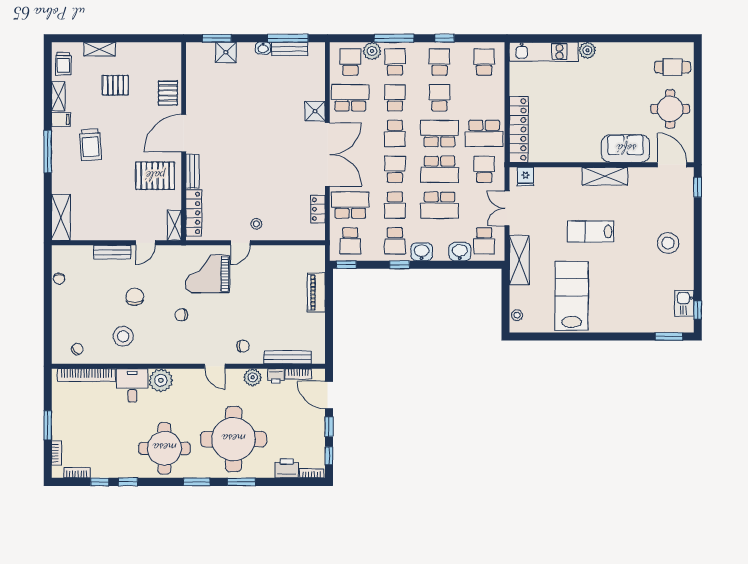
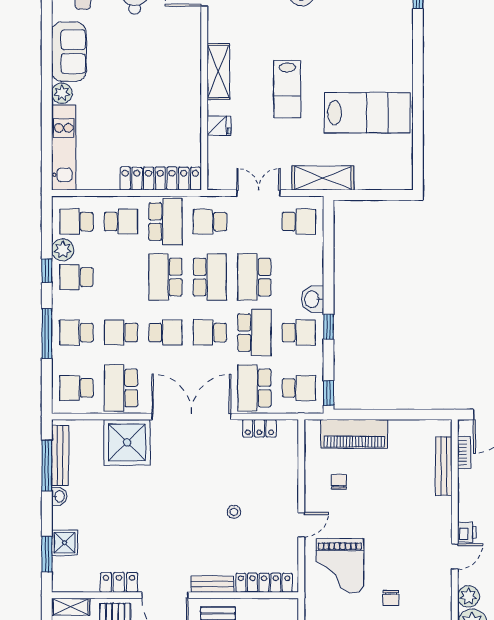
bench: (290, 49) -> (60, 456), width x1.36
plant: (372, 51) -> (63, 250), moved
locker: (194, 96) -> (119, 582), added
school desk: (440, 98) -> (121, 222), moved, turned 180
shower: (315, 111) -> (127, 442), width x1.86, depth x1.86
sofa: (626, 149) -> (69, 52), moved, turned 180
fridge: (525, 177) -> (219, 126), moved
school desk: (395, 205) -> (254, 333), width x1.85
school desk: (440, 205) -> (254, 277), turned 180
double door: (507, 208) -> (258, 193), swing flipped
stool: (256, 224) -> (234, 512), moved
shelving: (174, 225) -> (71, 607), moved
door: (240, 243) -> (301, 525), hinge flipped
washbasin: (460, 252) -> (312, 252), removed
piano: (316, 293) -> (354, 434), width x1.37, depth x1.33
lab bench: (572, 296) -> (367, 113), turned 180
stool: (517, 315) -> (391, 181), removed
chair: (243, 346) -> (339, 482), moved
printer: (276, 376) -> (467, 532), moved
plant: (253, 377) -> (469, 596), moved

